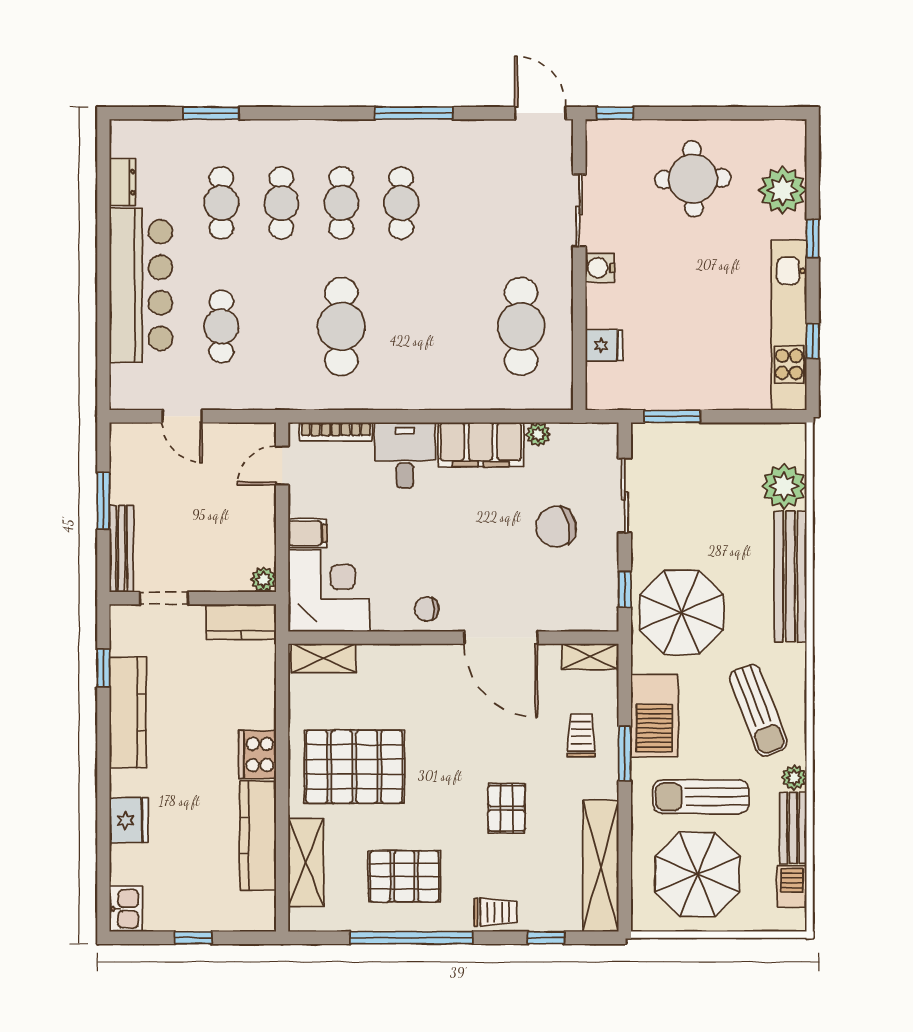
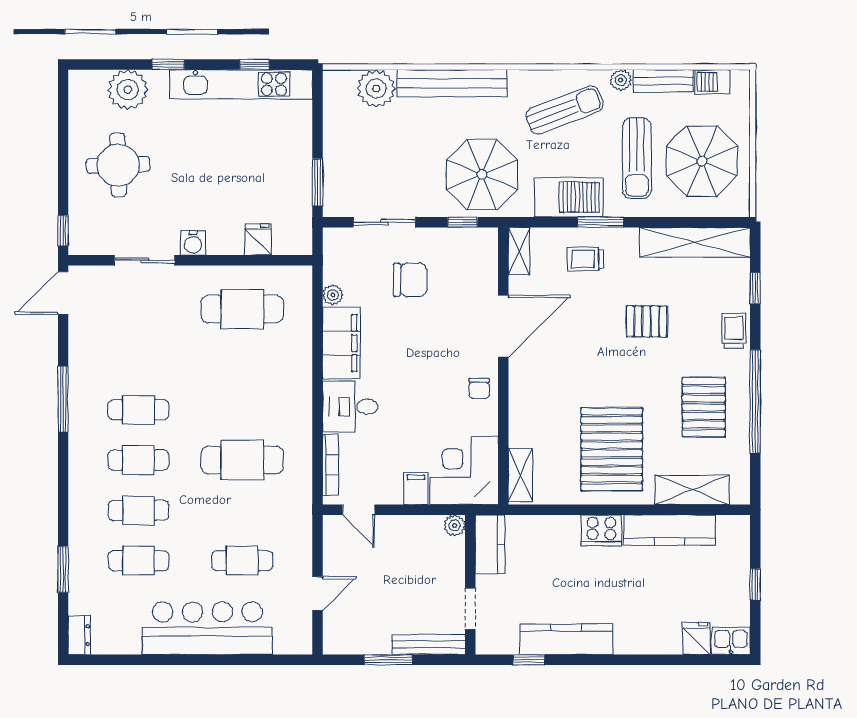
dresser: (122, 182) -> (79, 635), moved, turned 90
chair: (556, 527) -> (410, 280), turned -79
fridge: (129, 820) -> (696, 639), moved, width x0.72

